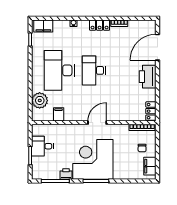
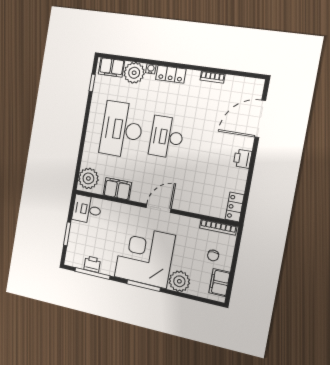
locker: (100, 25) -> (171, 74), moved
plant: (61, 28) -> (134, 73), added
printer: (148, 77) -> (243, 159), width x0.53, depth x0.68
plant: (40, 100) -> (88, 178), moved
filing cabinet: (59, 114) -> (117, 189), width x2.00
desk: (42, 146) -> (87, 209), moved
plant: (121, 172) -> (179, 281), added
printer: (66, 174) -> (92, 264), moved

